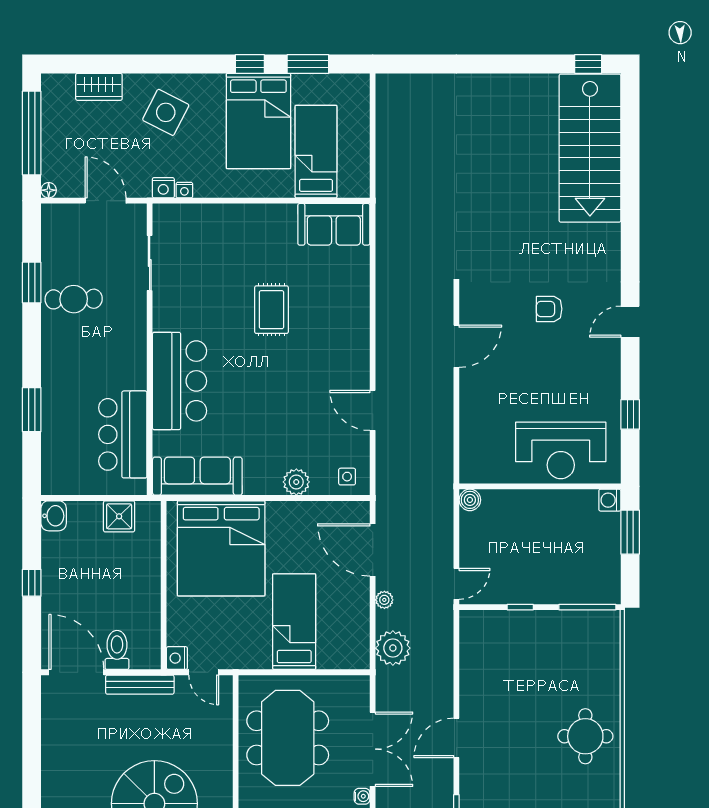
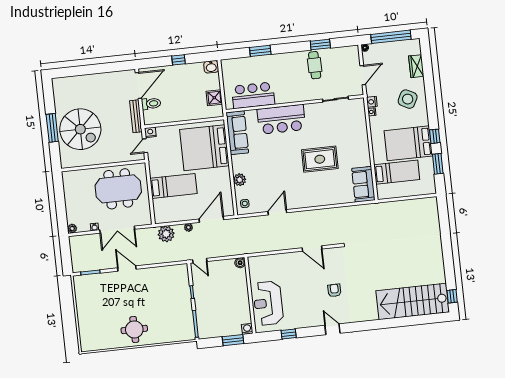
rug: (271, 310) -> (320, 159), width x1.36, depth x1.43

